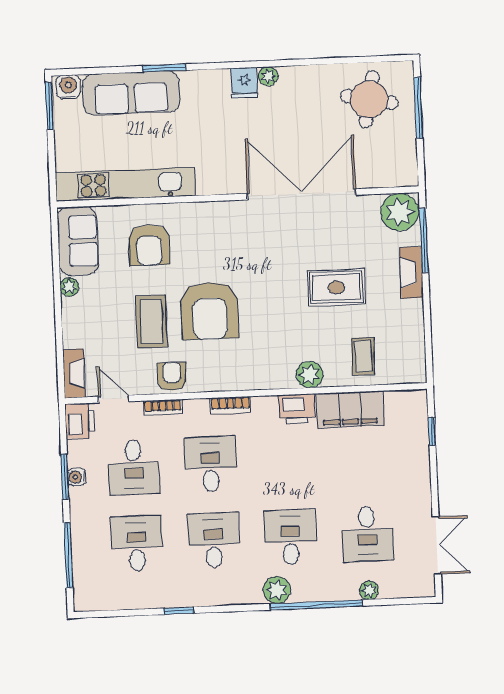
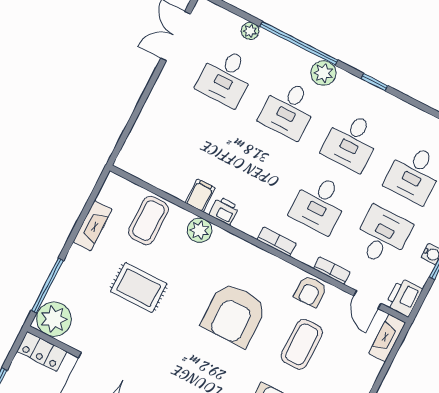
locker: (394, 175) -> (42, 351), added
fireplace: (411, 272) -> (93, 226), moved
armchair: (210, 311) -> (234, 314), moved, turned 180
coffee table: (363, 356) -> (148, 221), width x1.36, depth x1.30
printer: (297, 409) -> (224, 211), width x0.73, depth x0.81
filing cabinet: (350, 409) -> (200, 195), width x0.33, depth x0.86
window: (432, 431) -> (128, 129), removed
desk: (367, 534) -> (226, 77), turned 180
window: (178, 611) -> (374, 82), moved

